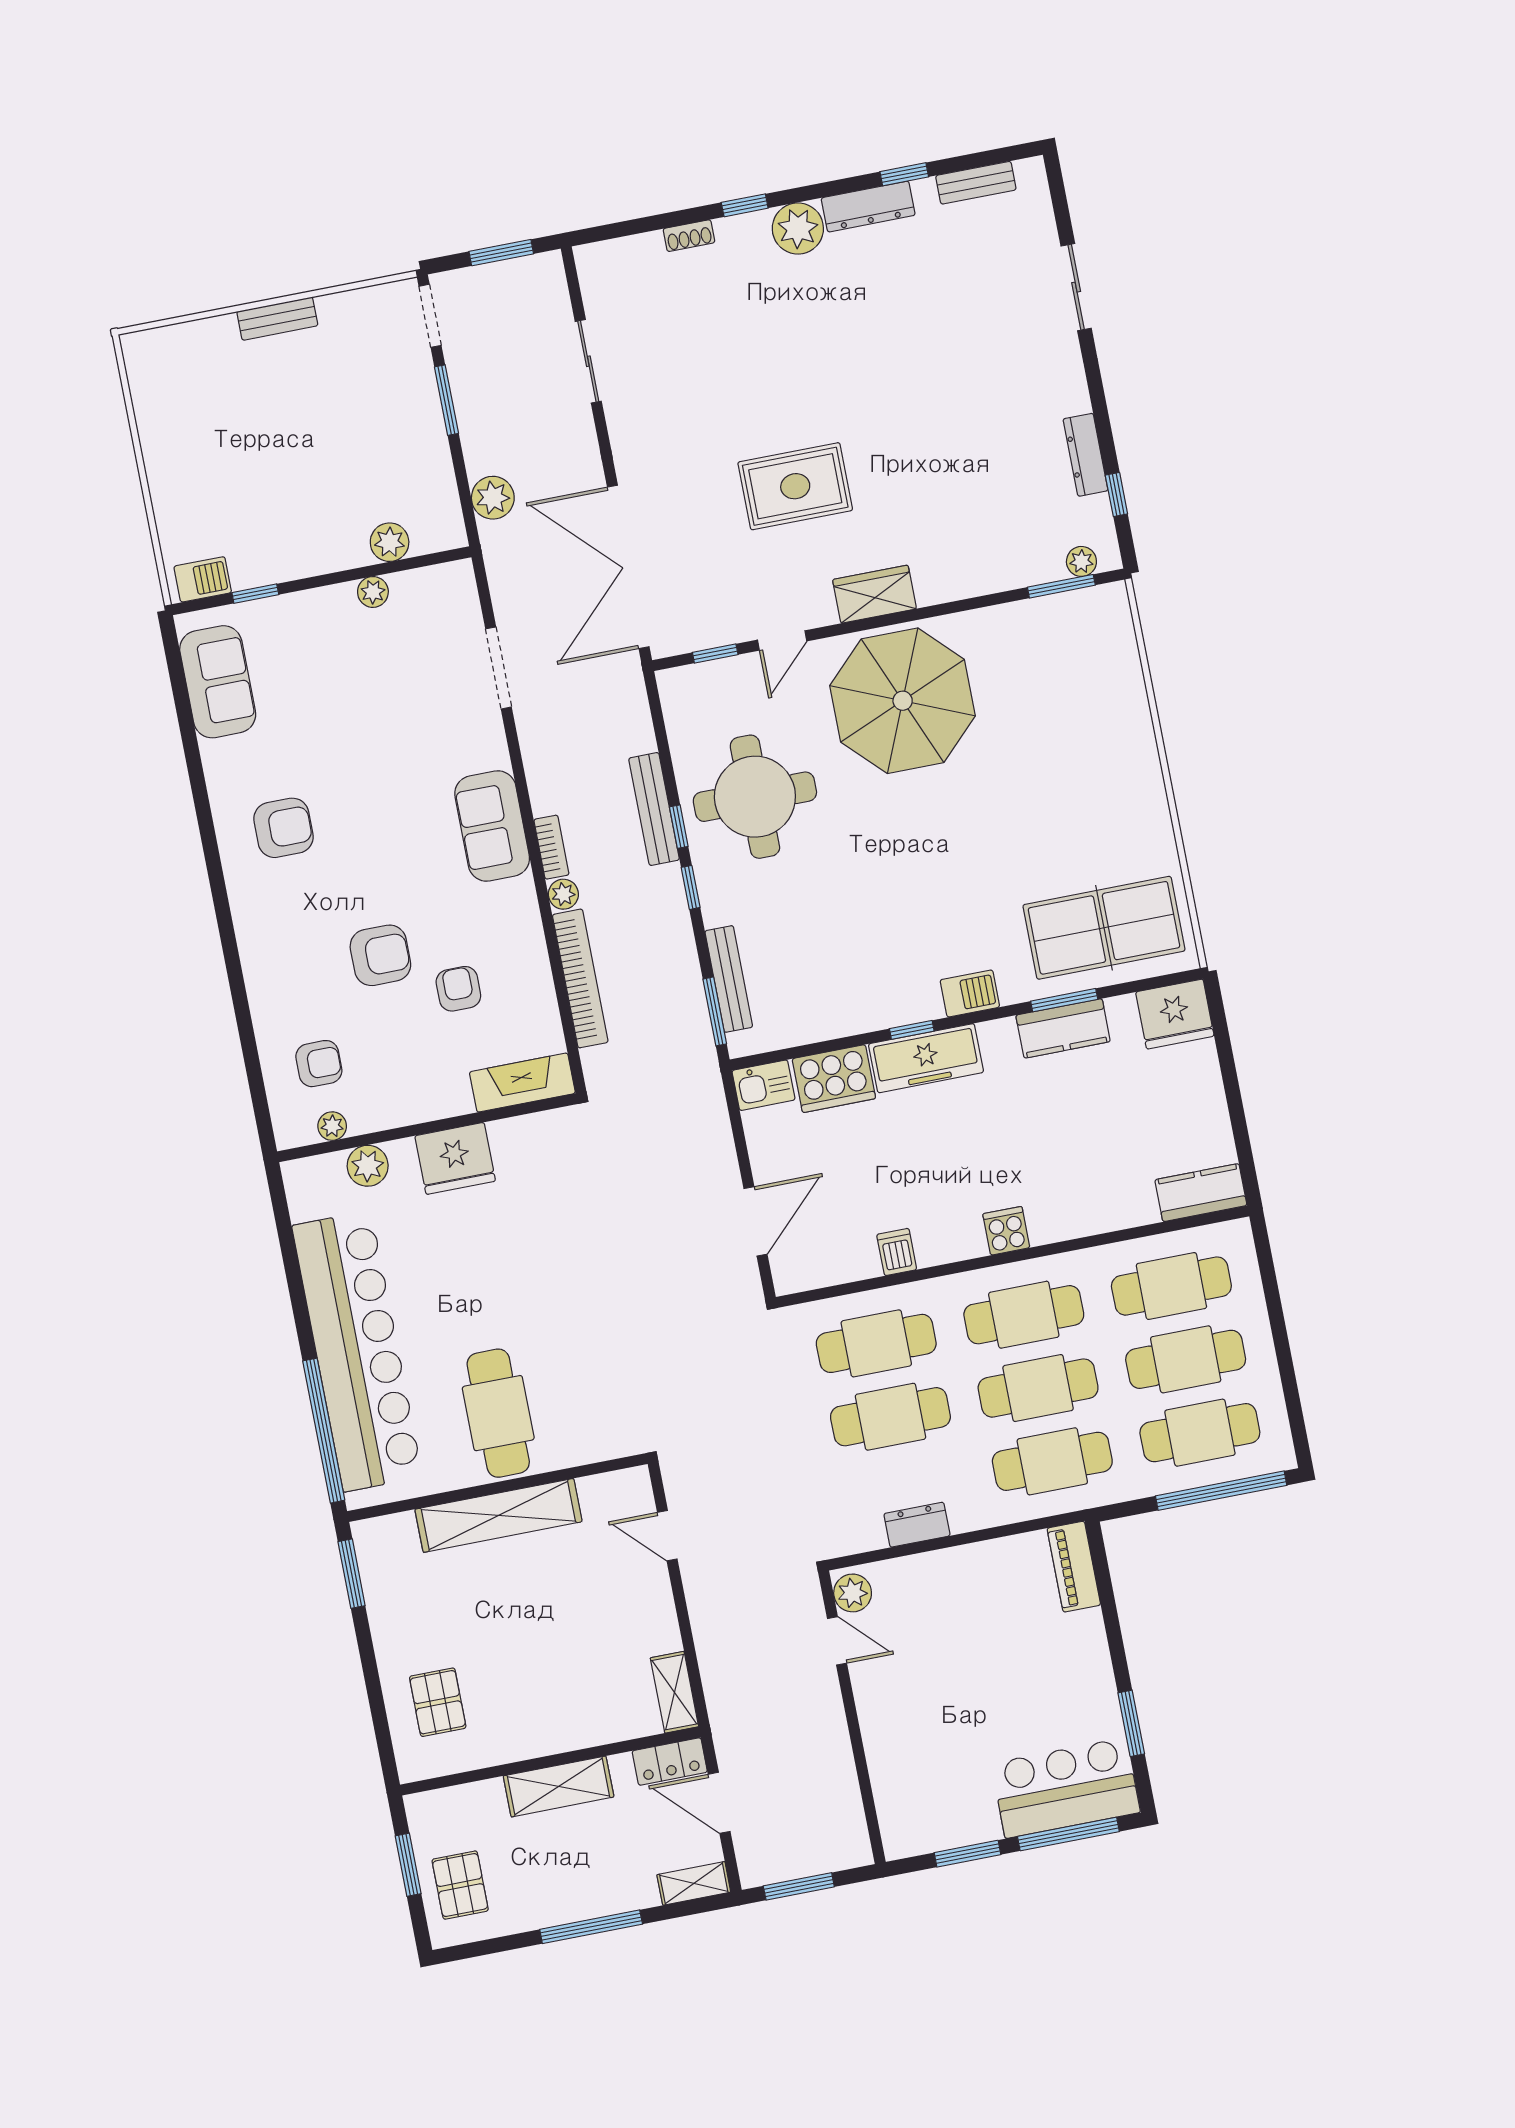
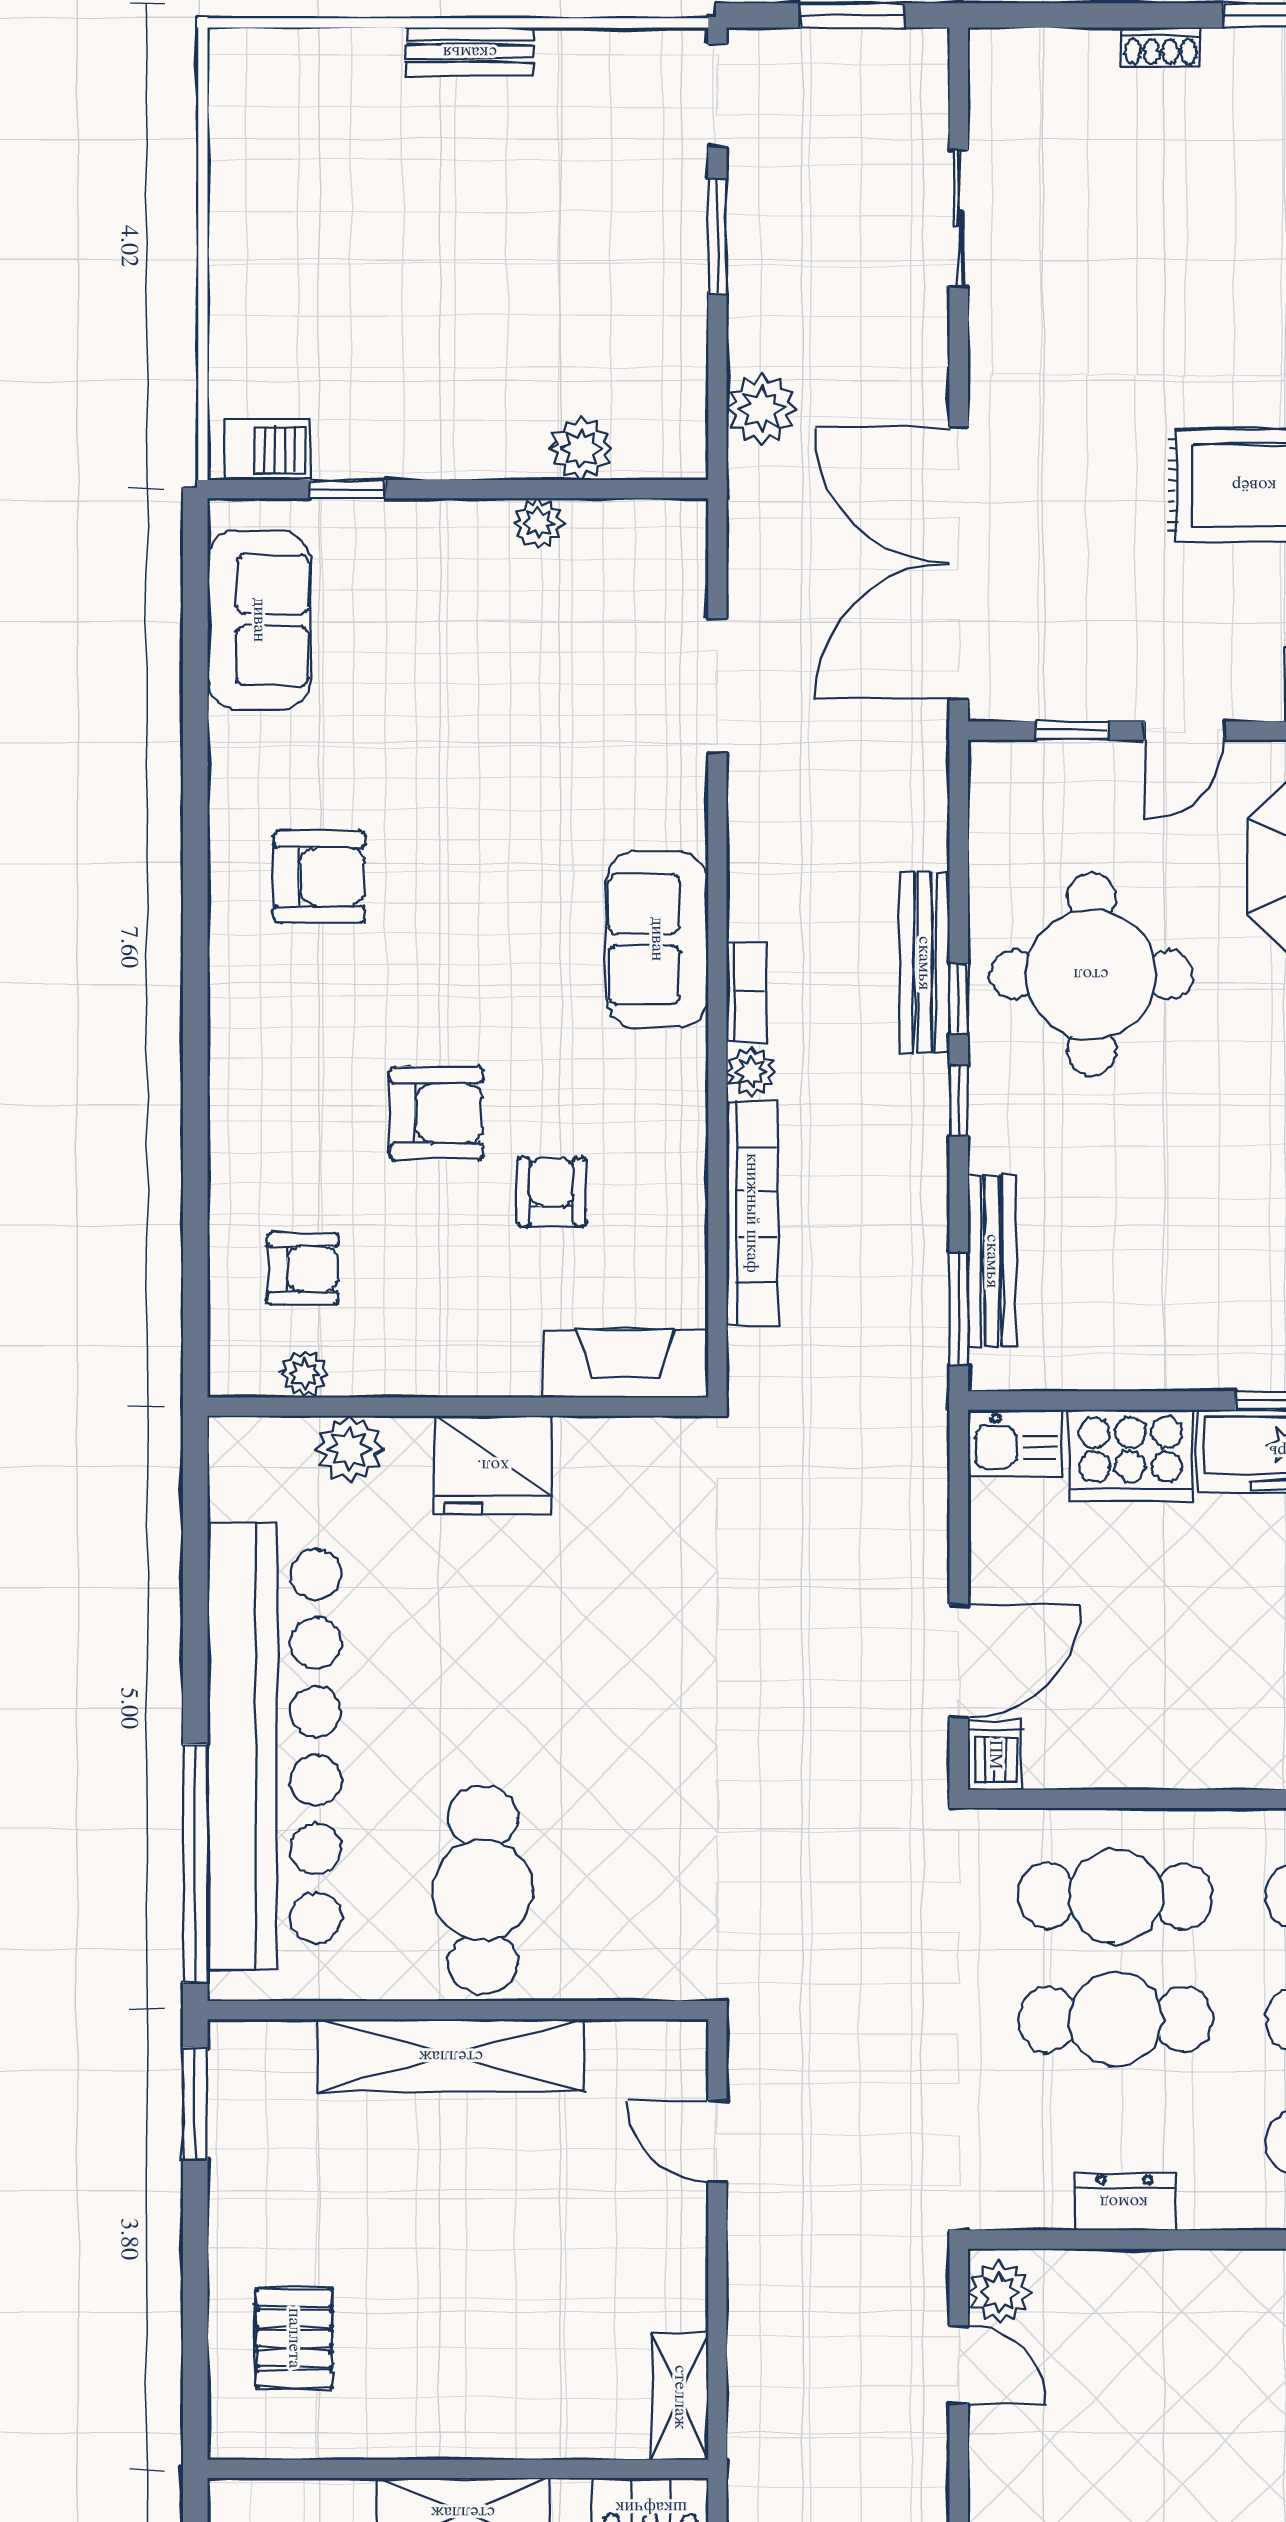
dishwasher: (897, 1252) -> (995, 1755), moved

